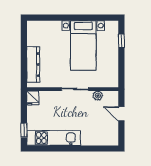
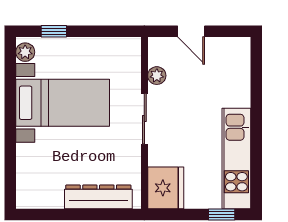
plant: (110, 26) -> (25, 52), added
fridge: (33, 98) -> (166, 188), width x1.88, depth x1.34
door: (121, 114) -> (191, 31), hinge flipped

